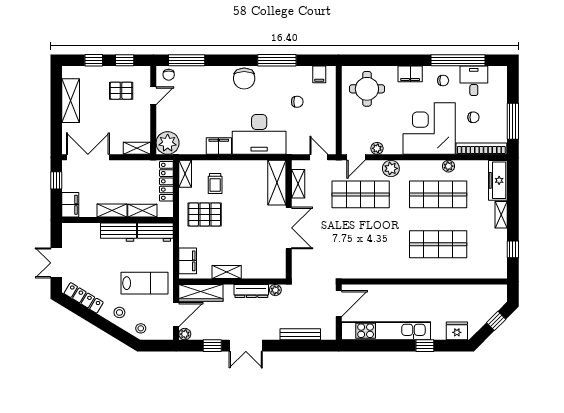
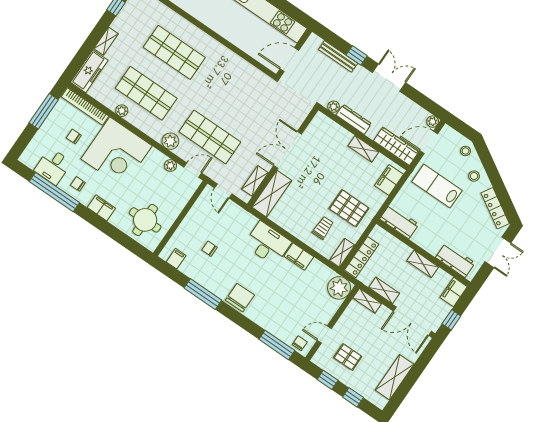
desk: (259, 134) -> (268, 244), width x0.73, depth x0.77
shelving: (142, 211) -> (384, 290), moved
workbench: (119, 232) -> (455, 260), moved
window: (212, 346) -> (357, 55), moved

